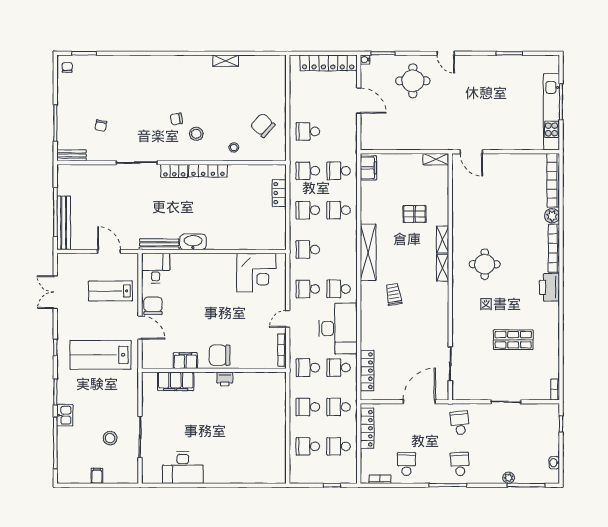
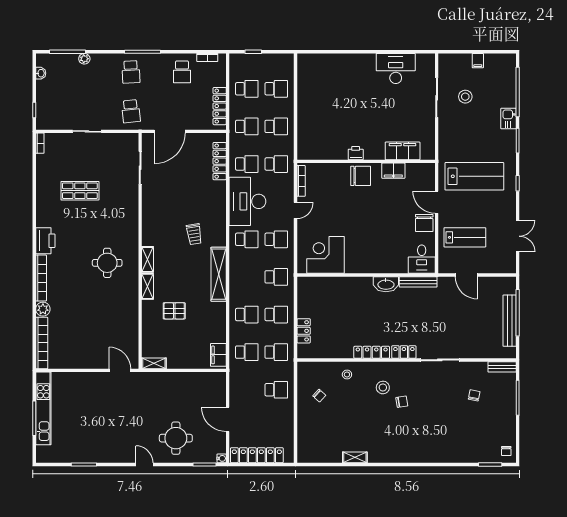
chair: (263, 125) -> (319, 396), width x0.54, depth x0.54
bench: (64, 223) -> (510, 321), moved

